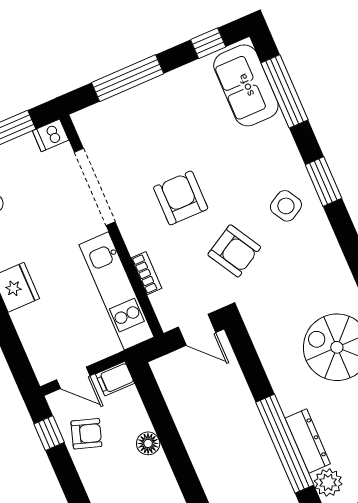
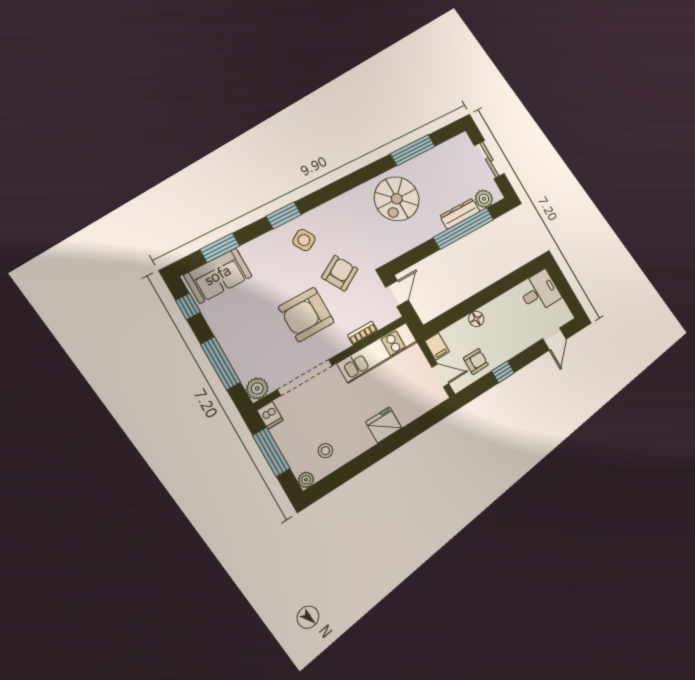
window: (284, 91) -> (220, 248), width x0.69
plant: (88, 122) -> (257, 388), added
armchair: (181, 198) -> (306, 314), width x1.36, depth x1.36
door: (73, 378) -> (440, 375), hinge flipped
window: (49, 433) -> (503, 372), moved
armchair: (86, 434) -> (476, 361), turned 72

